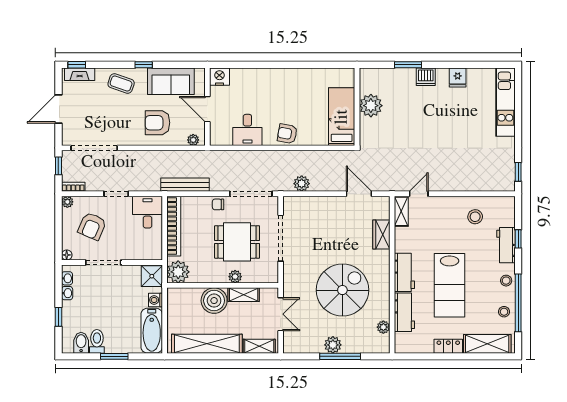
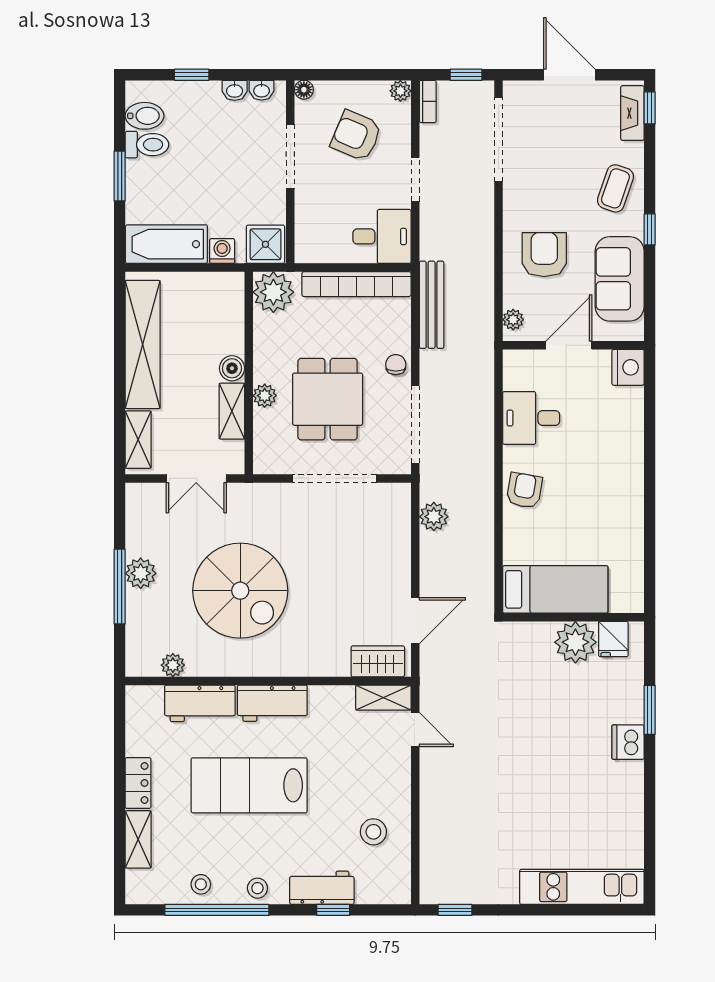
fridge: (458, 78) -> (613, 639), moved, turned -90
wardrobe: (381, 234) -> (378, 661), moved
boiler: (214, 301) -> (232, 368), width x0.54, depth x0.54
shelving: (487, 344) -> (138, 839), width x0.67, depth x0.75

